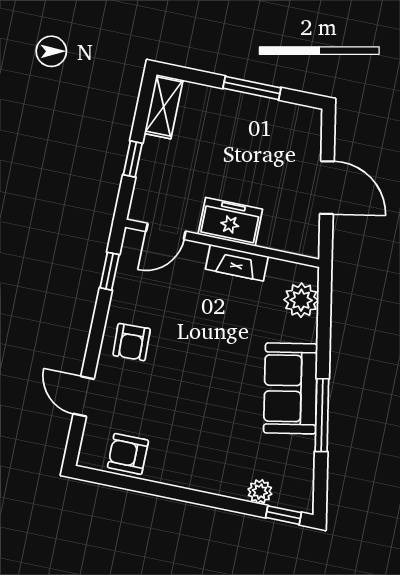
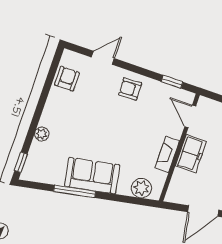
plant: (260, 492) -> (42, 134), moved

